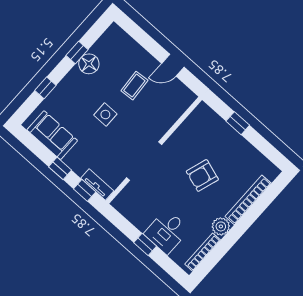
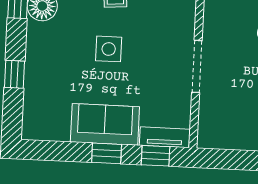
sofa: (52, 135) -> (105, 124), moved
doorway: (144, 161) -> (197, 66), width x0.73

